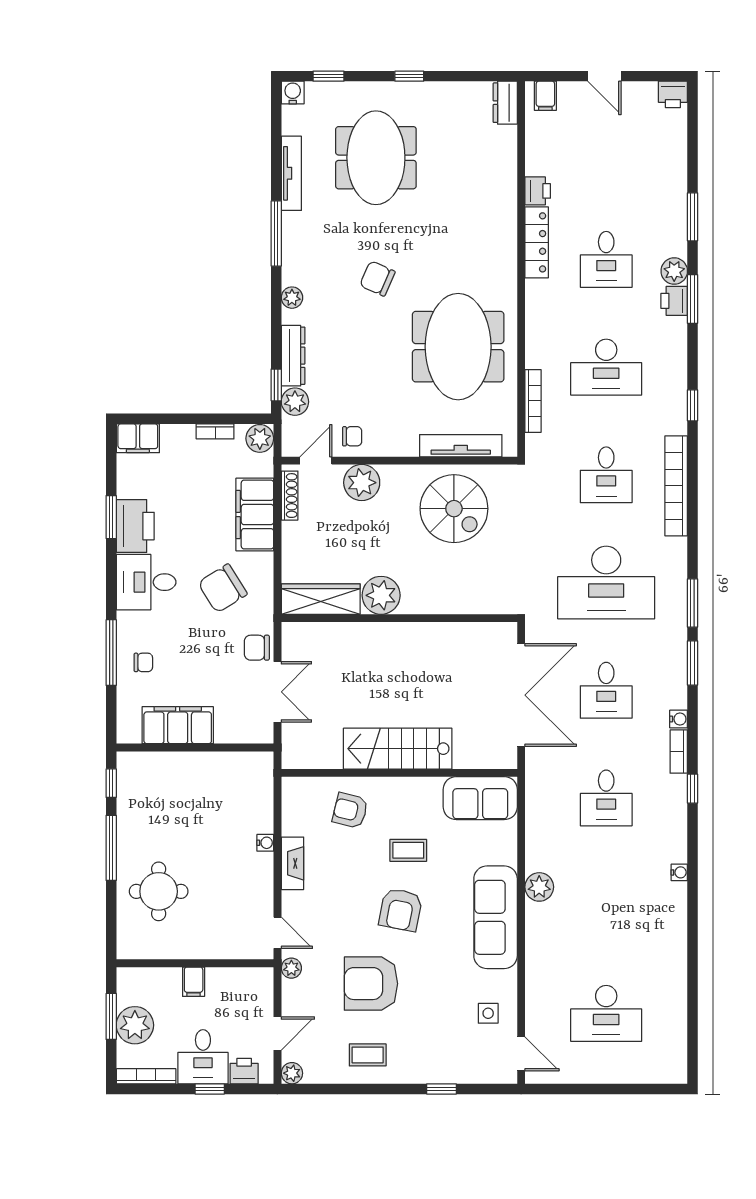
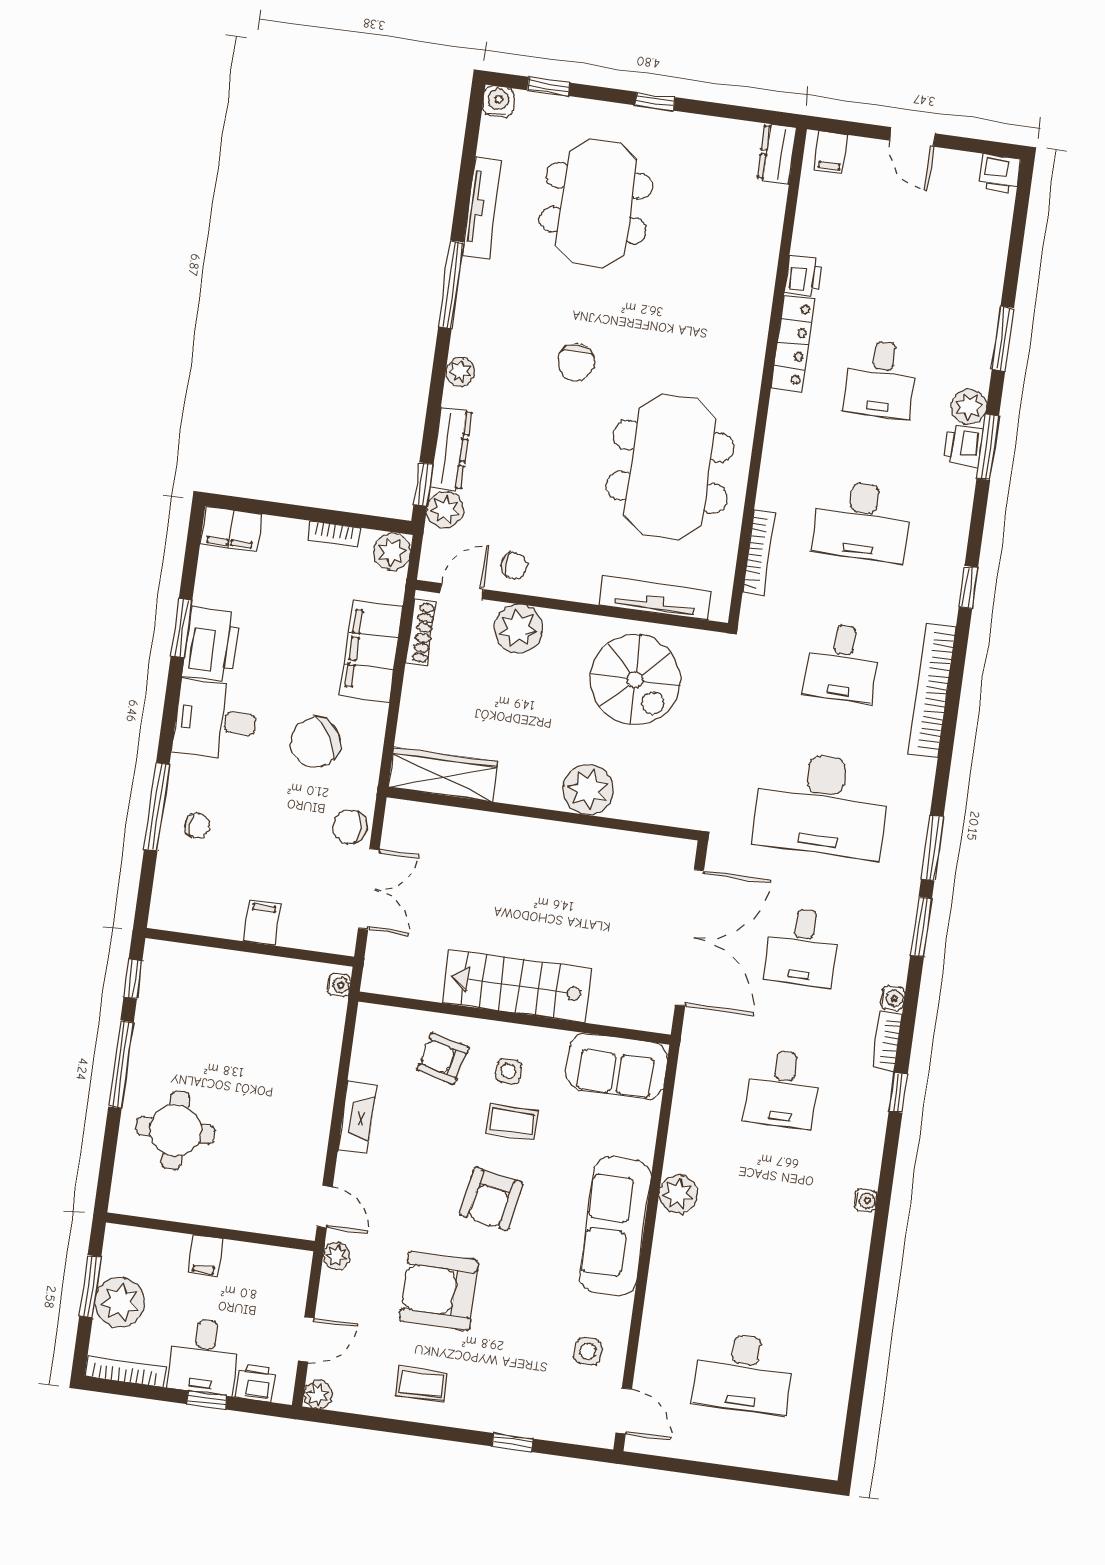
chair: (377, 278) -> (576, 362), turned -114
plant: (381, 595) -> (588, 790), moved
filing cabinet: (178, 725) -> (262, 923), width x0.33, depth x0.86
side table: (400, 813) -> (509, 1071), added
water cooler: (265, 843) -> (339, 985), moved

